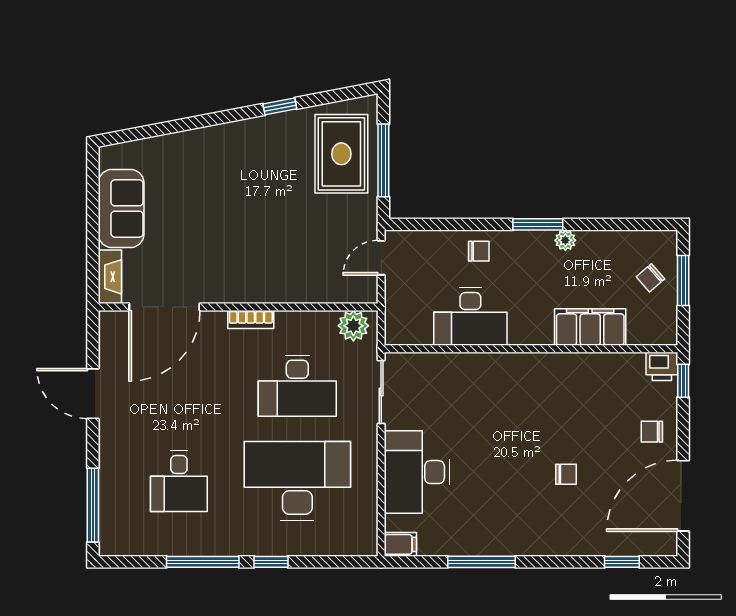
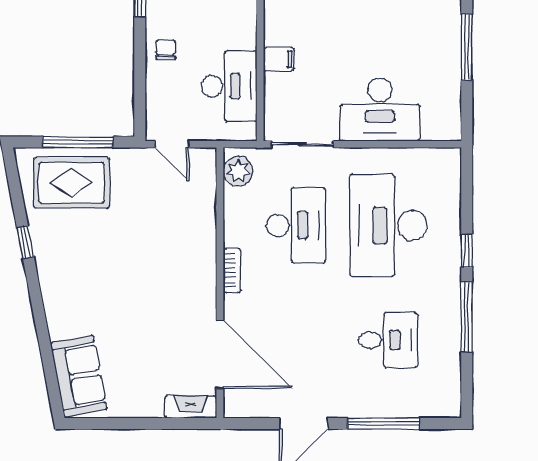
sofa: (121, 209) -> (79, 376), moved, turned 79
desk: (470, 317) -> (229, 86), moved
window: (93, 505) -> (384, 423), moved
filing cabinet: (400, 544) -> (279, 59), moved, turned 90

